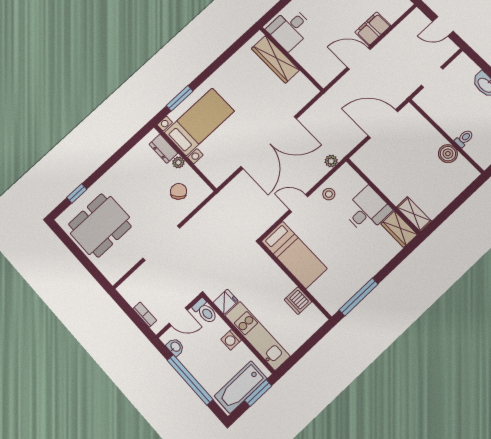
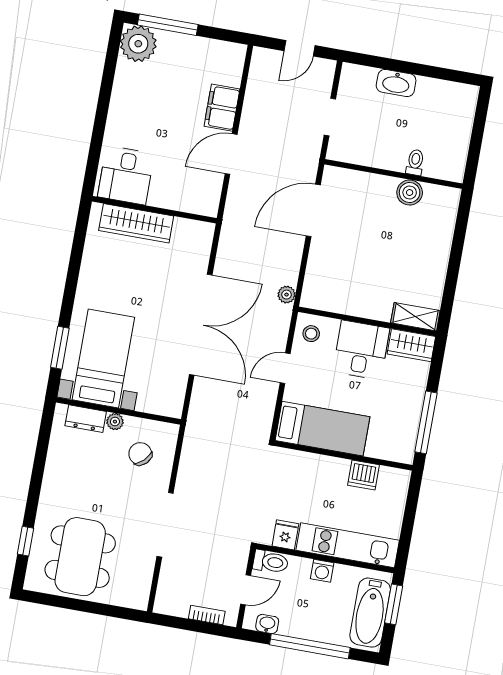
wall: (383, 196) -> (367, 321), moved
desk: (367, 210) -> (361, 350), moved
shelving: (414, 214) -> (415, 317), moved
wardrobe: (399, 229) -> (411, 345), moved

